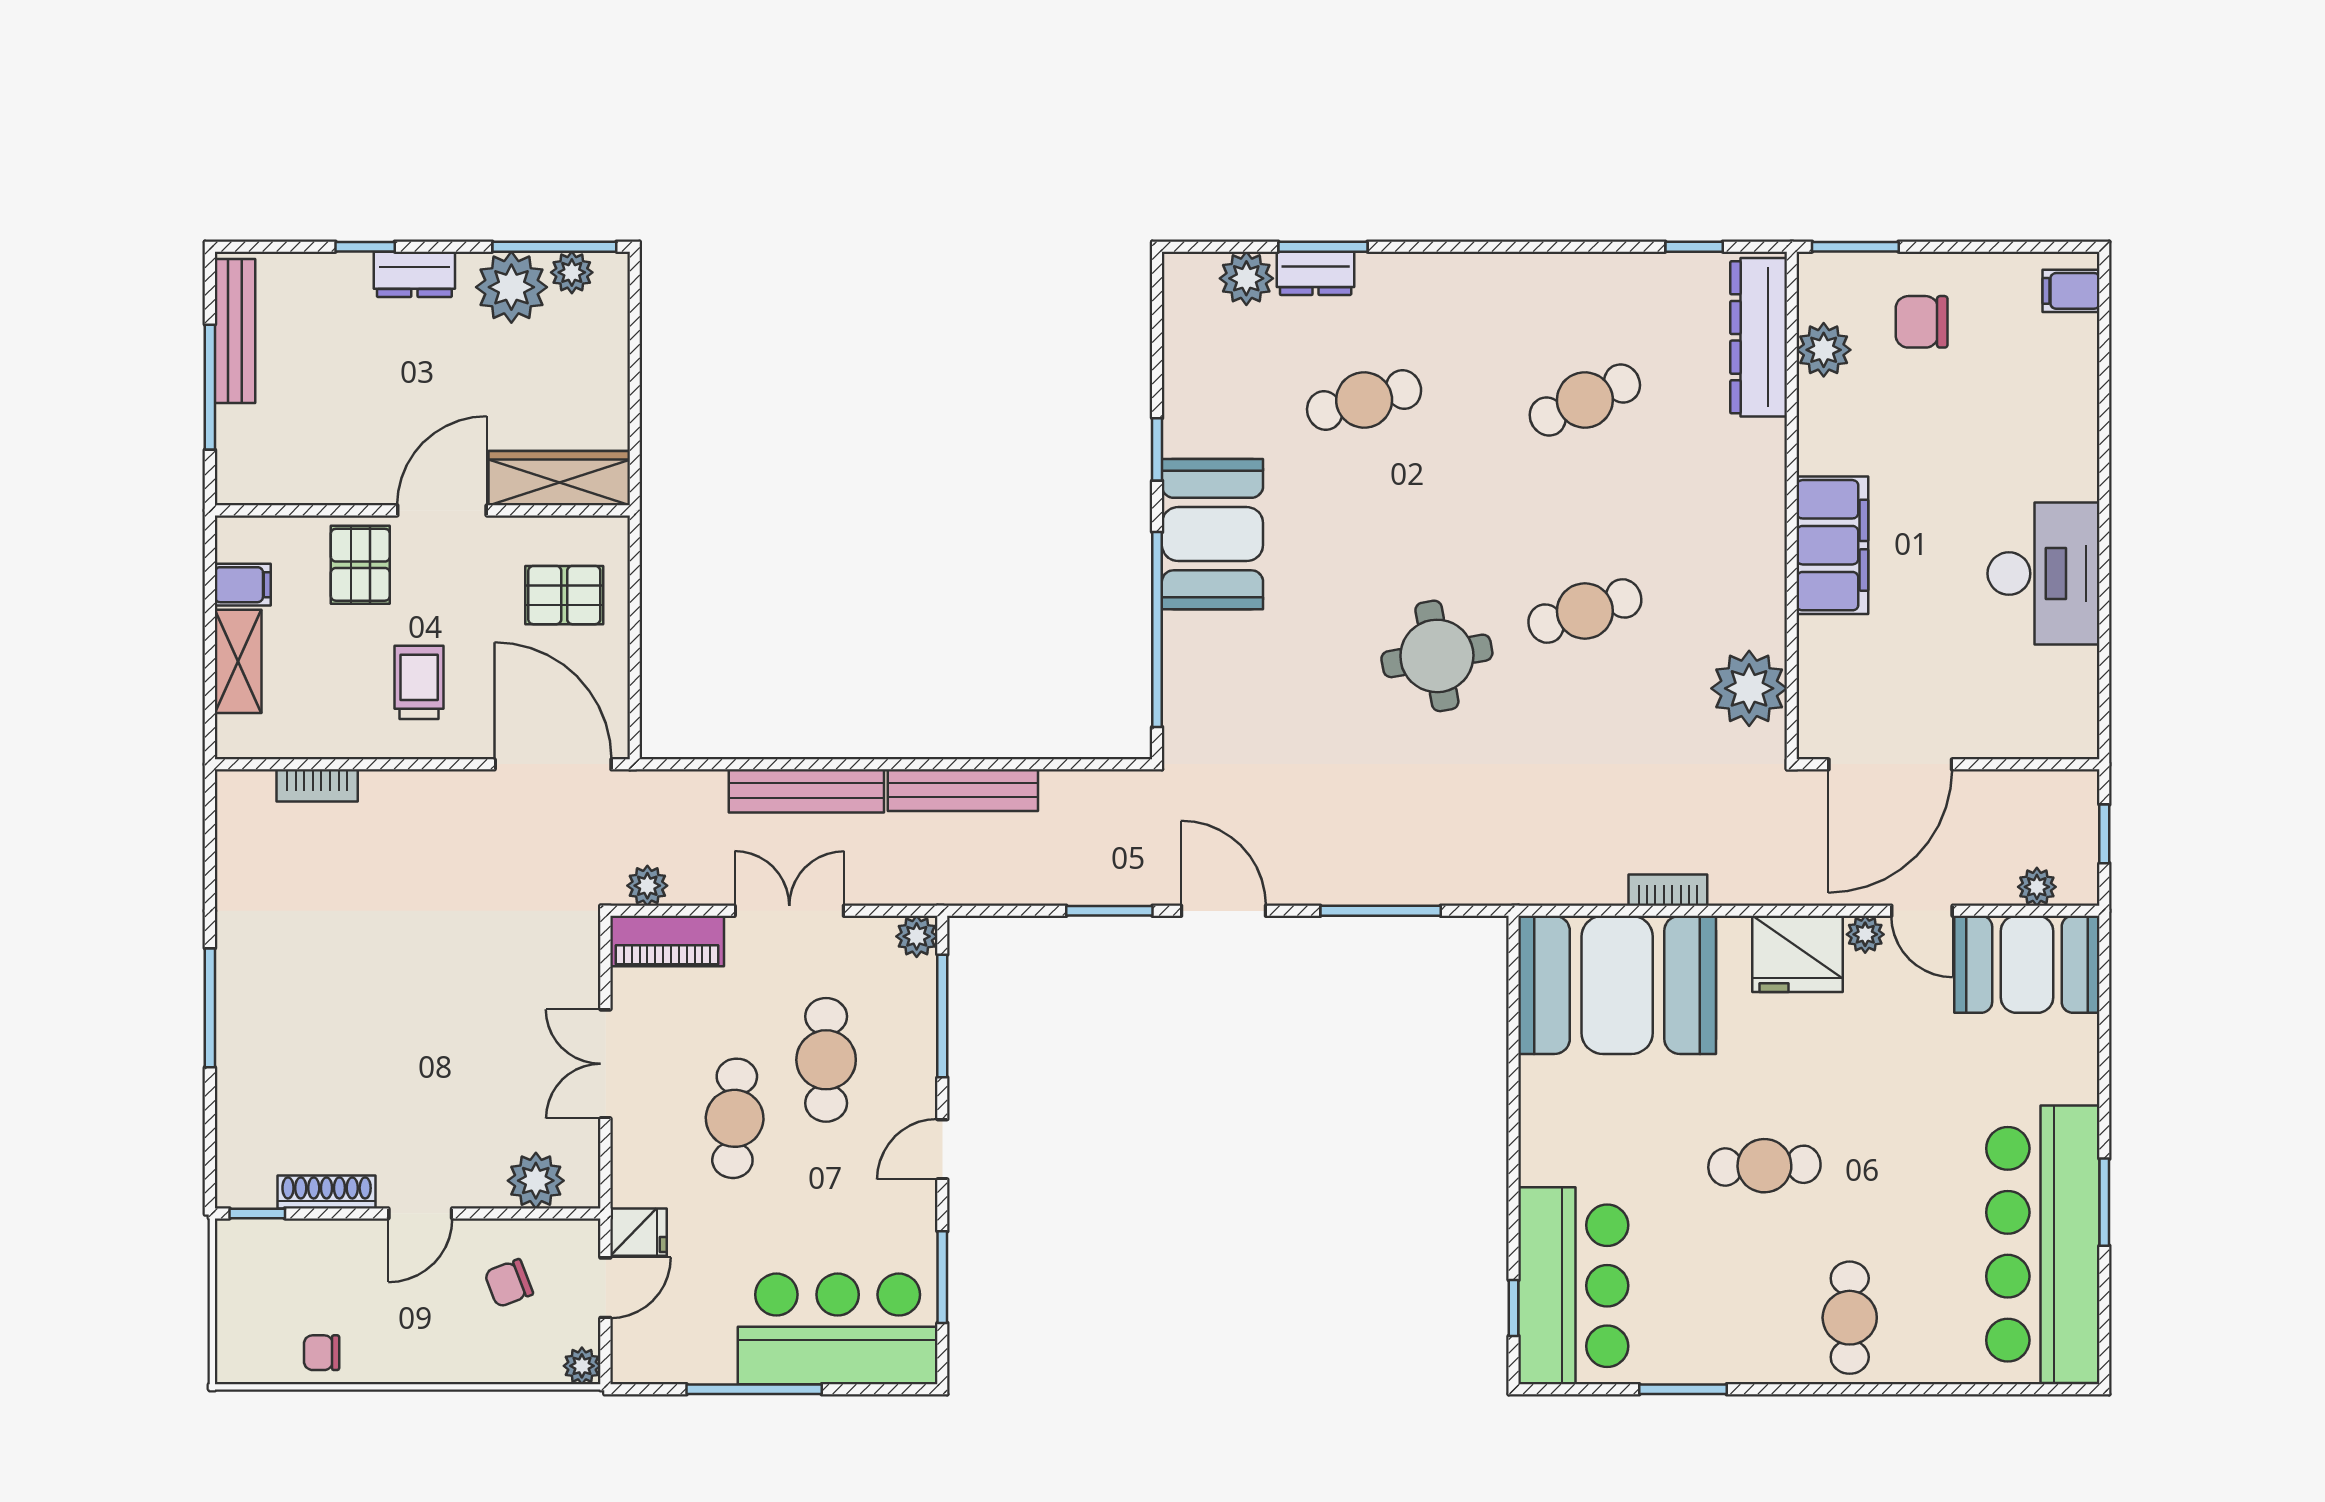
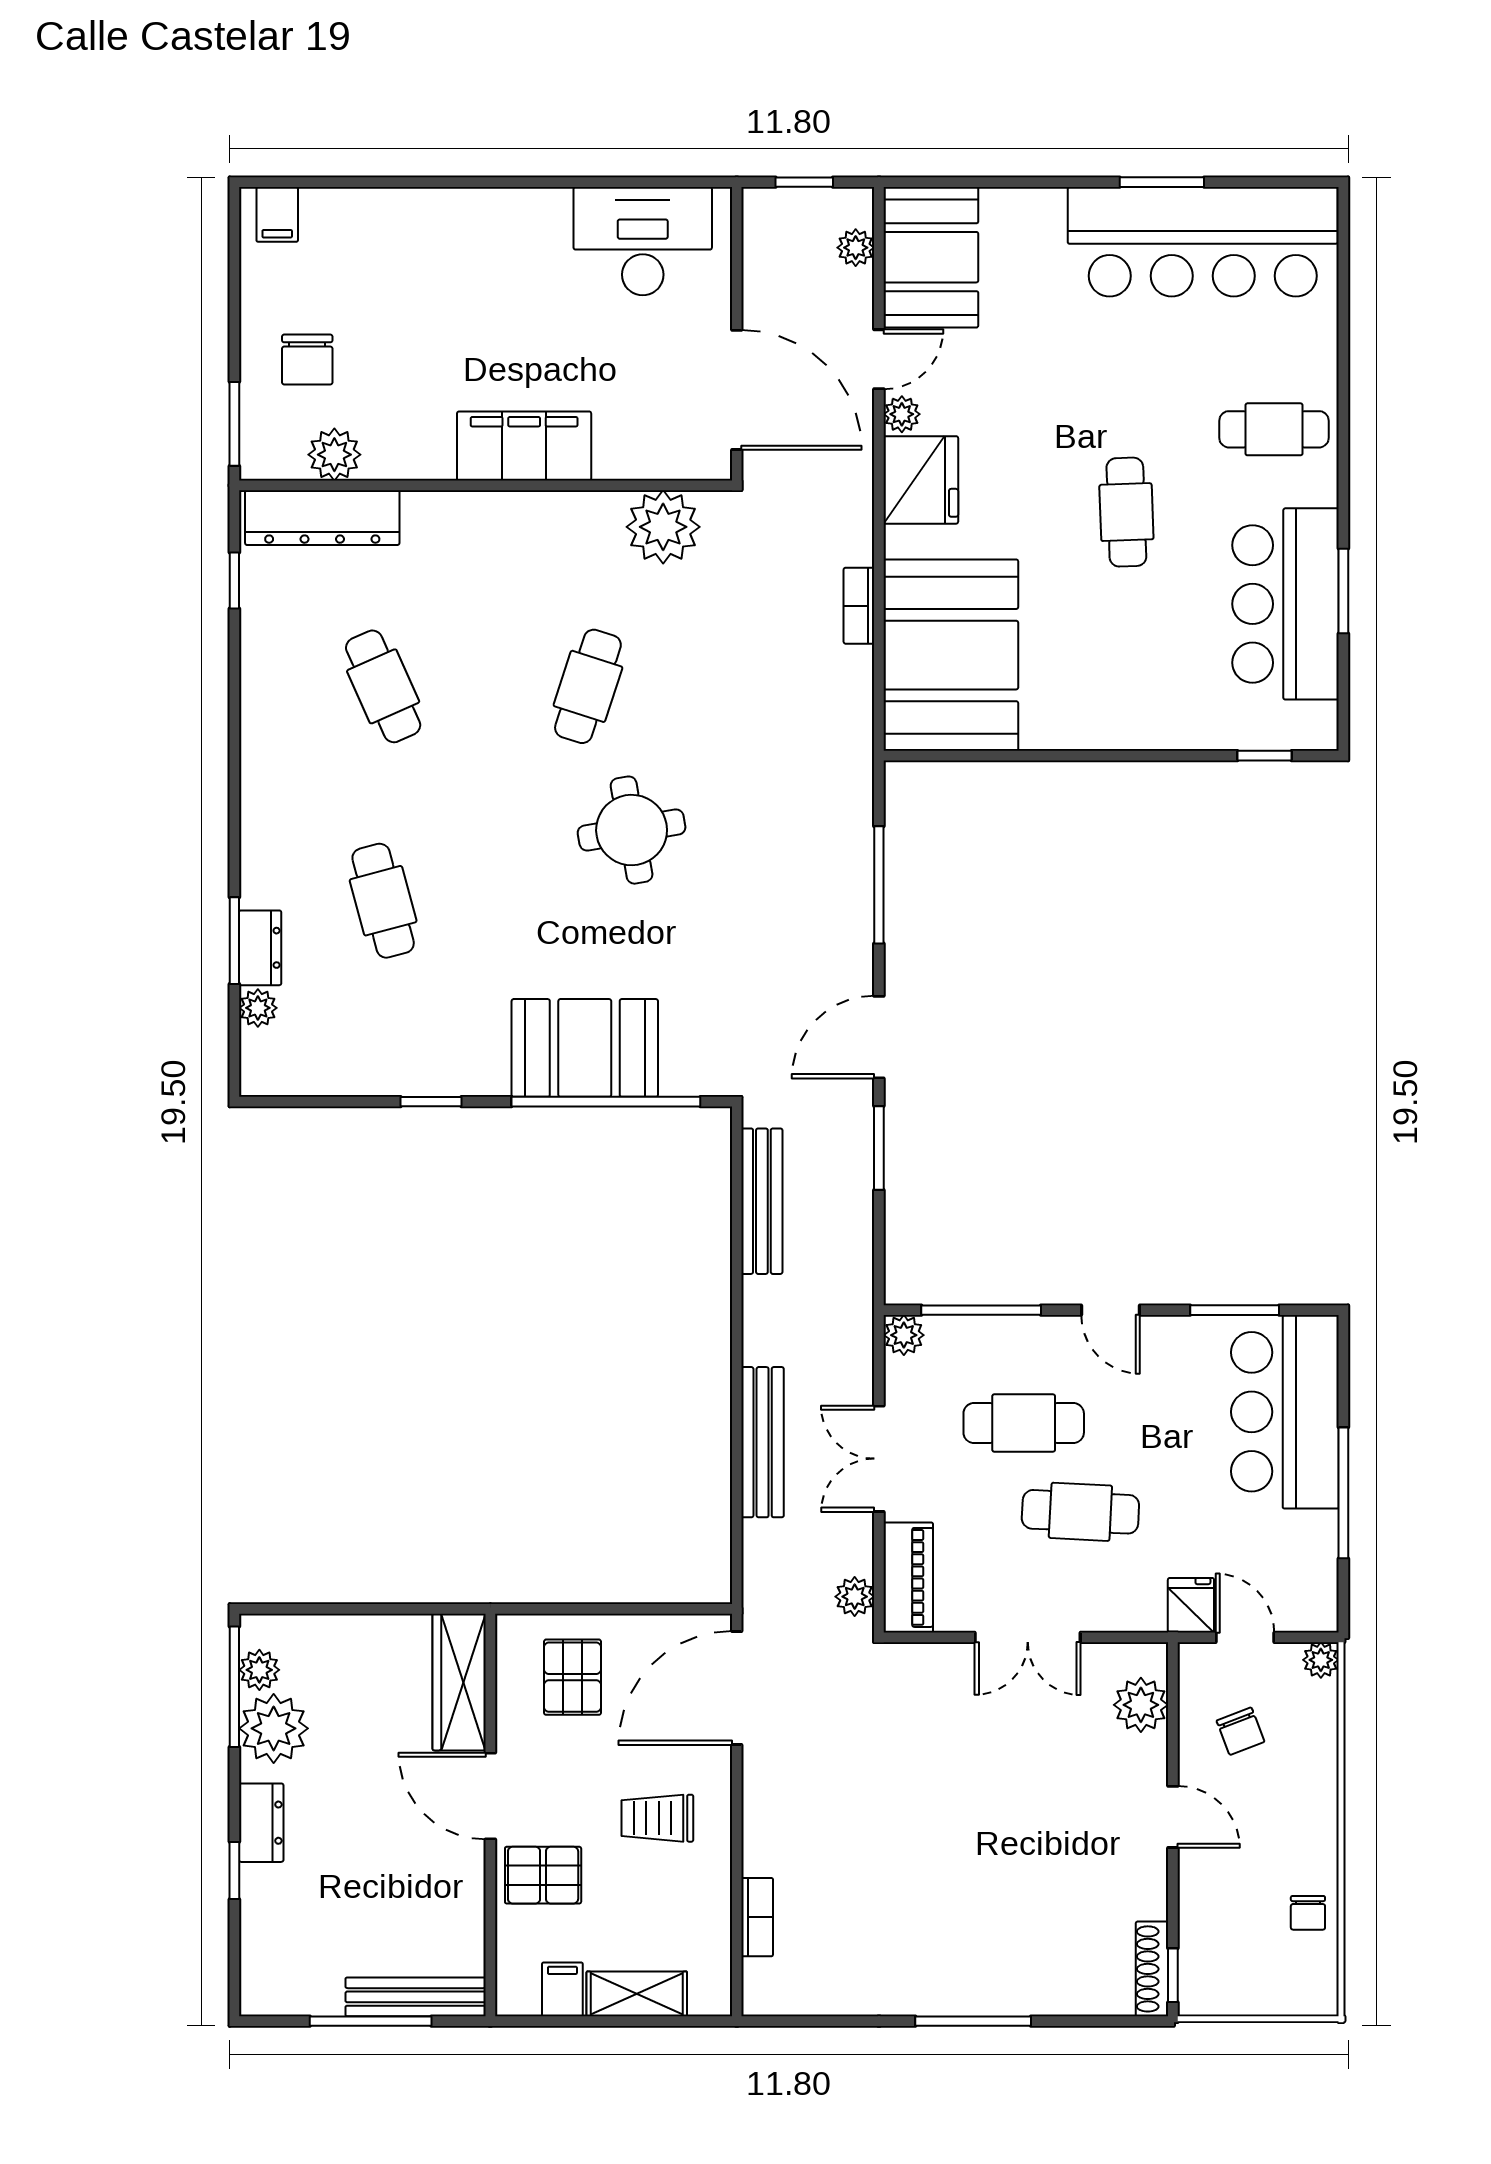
plant: (1246, 278) -> (258, 1008), width x0.73, depth x0.73
bench: (235, 331) -> (416, 1997), moved
booth: (1212, 534) -> (585, 1048), moved
desk: (2044, 574) -> (643, 241), moved
cafe table: (1585, 611) -> (588, 686), turned 36
bench: (963, 790) -> (762, 1201), moved
shoe rack: (327, 1192) -> (1152, 1969), moved
bar counter: (1573, 1286) -> (1286, 604), moved, turned -90

